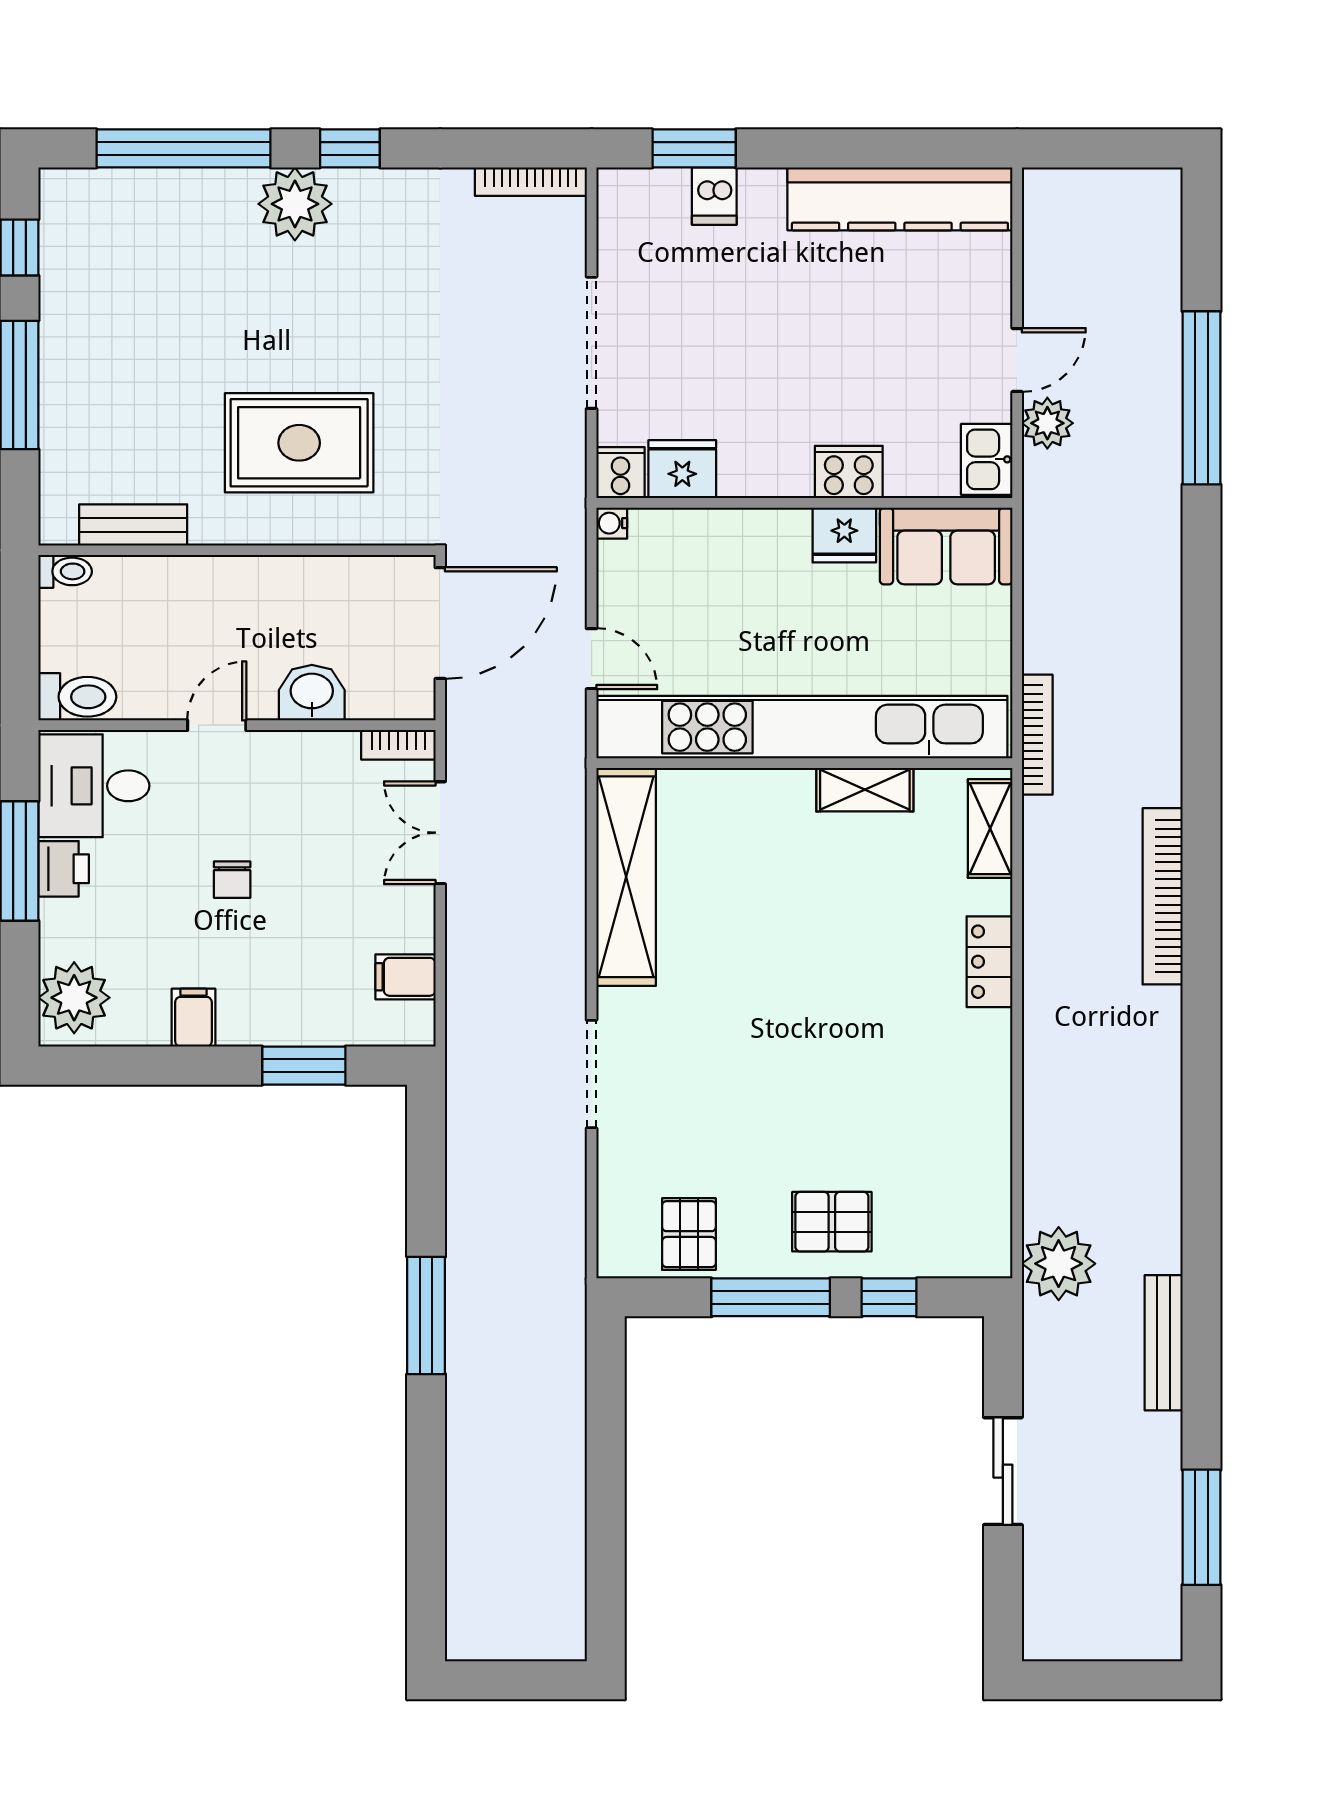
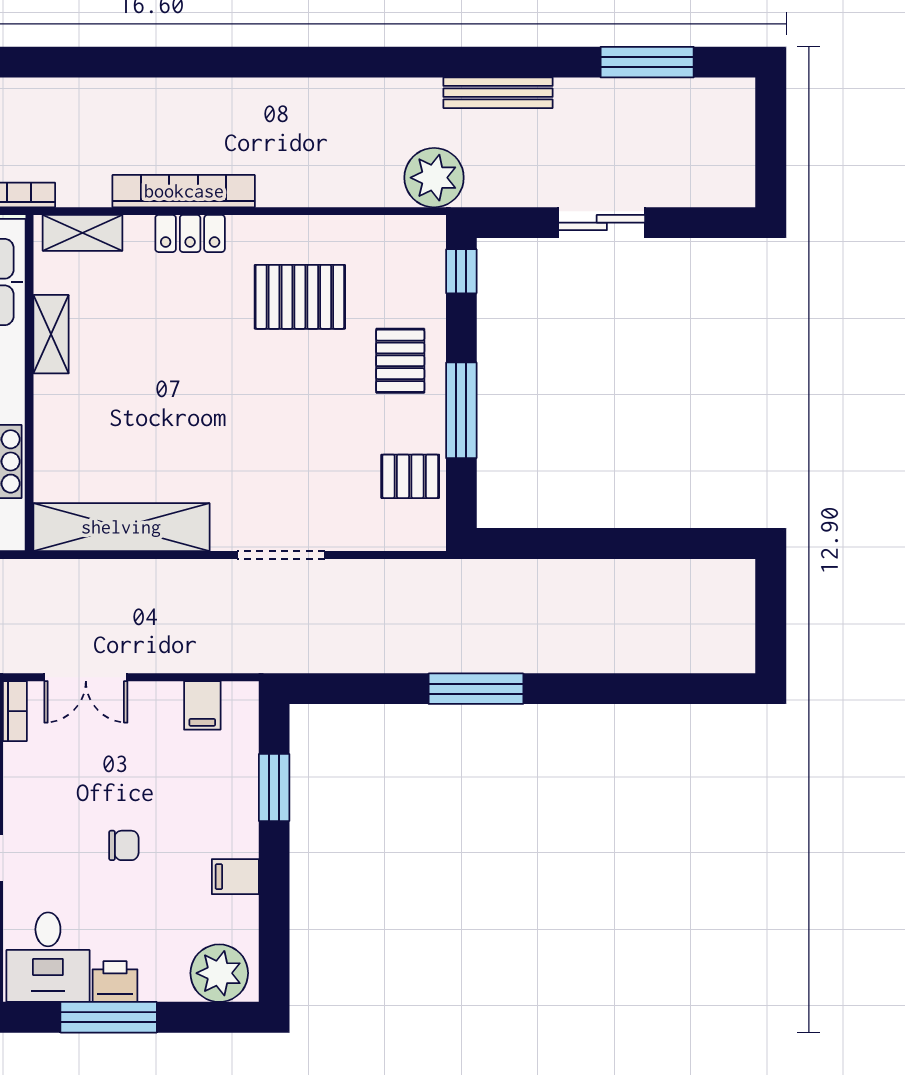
bookcase: (1163, 896) -> (184, 191), moved, turned 180
pallet: (911, 1098) -> (300, 297), added
window: (889, 1297) -> (461, 271), moved

